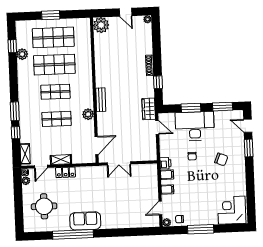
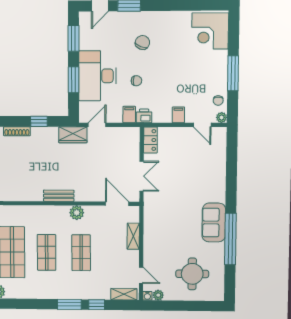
shelving: (61, 160) -> (133, 236), moved
locker: (66, 172) -> (150, 140), moved
filing cabinet: (167, 175) -> (129, 115), moved

